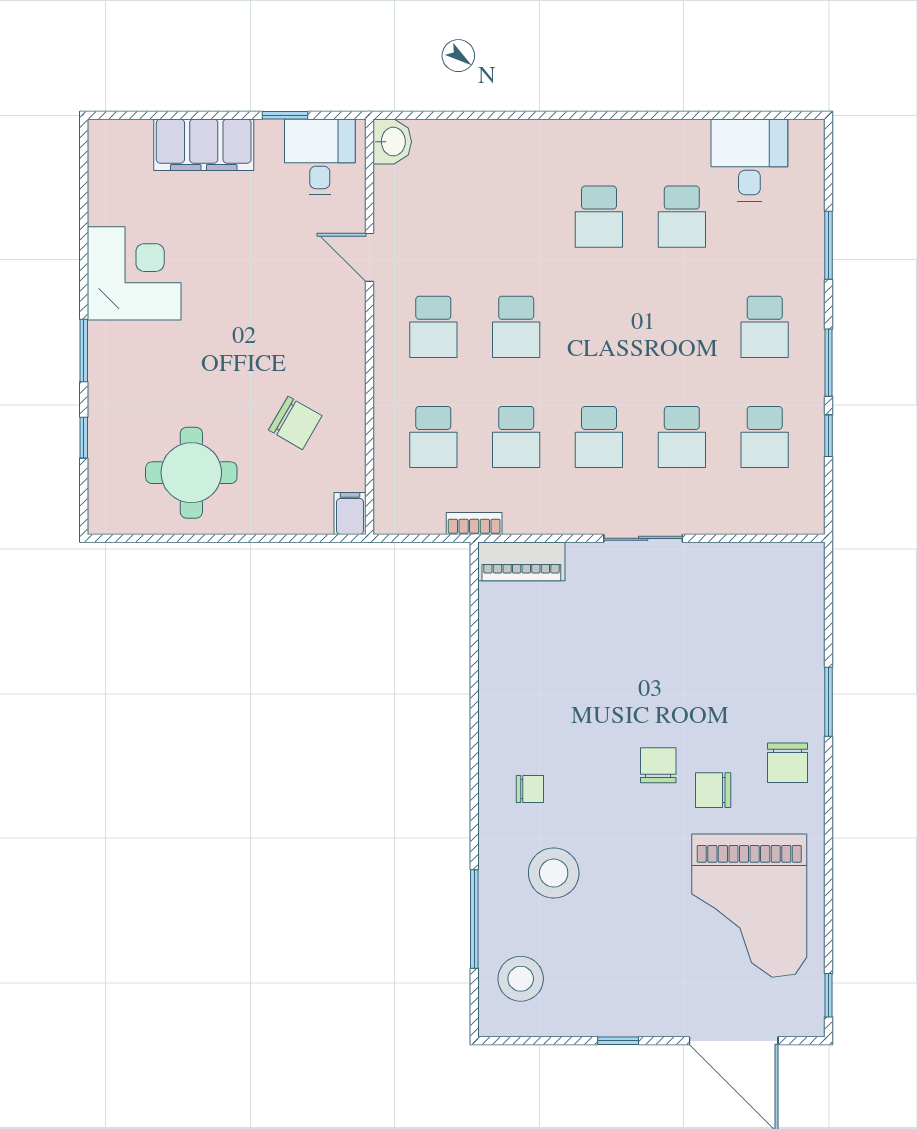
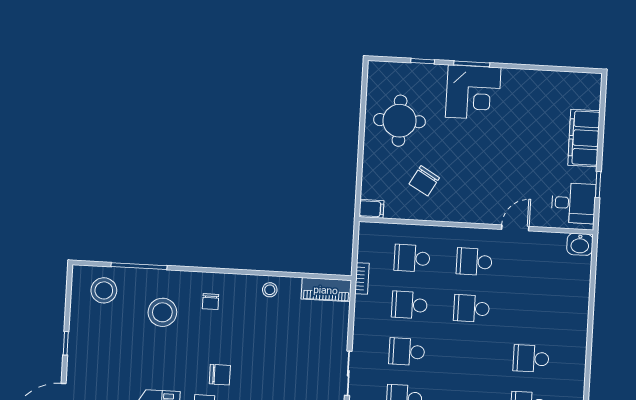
corner desk: (134, 273) -> (473, 92), moved
piano: (521, 561) -> (326, 290), moved, turned -90
stool: (503, 685) -> (270, 290), added

